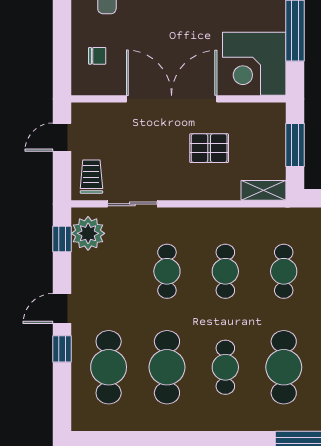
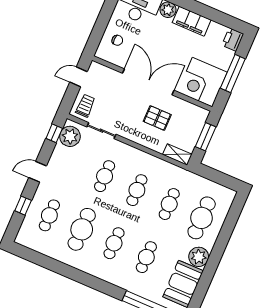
window: (62, 349) -> (23, 206), moved
cafe table: (109, 367) -> (49, 215), width x0.73, depth x0.74
cafe table: (284, 367) -> (146, 257), width x0.73, depth x0.74

